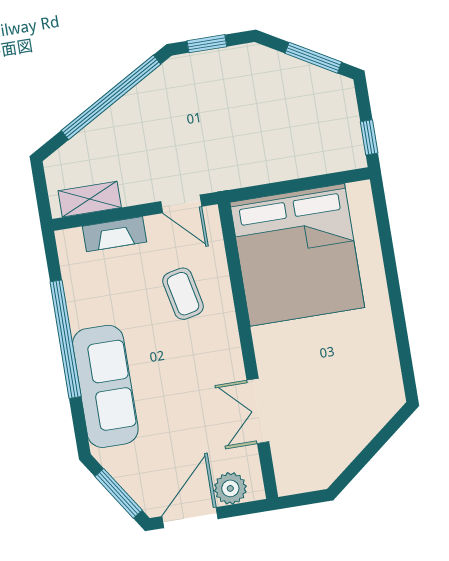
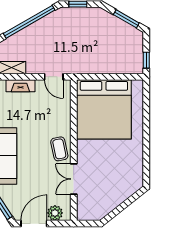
coffee table: (183, 294) -> (59, 149), moved

